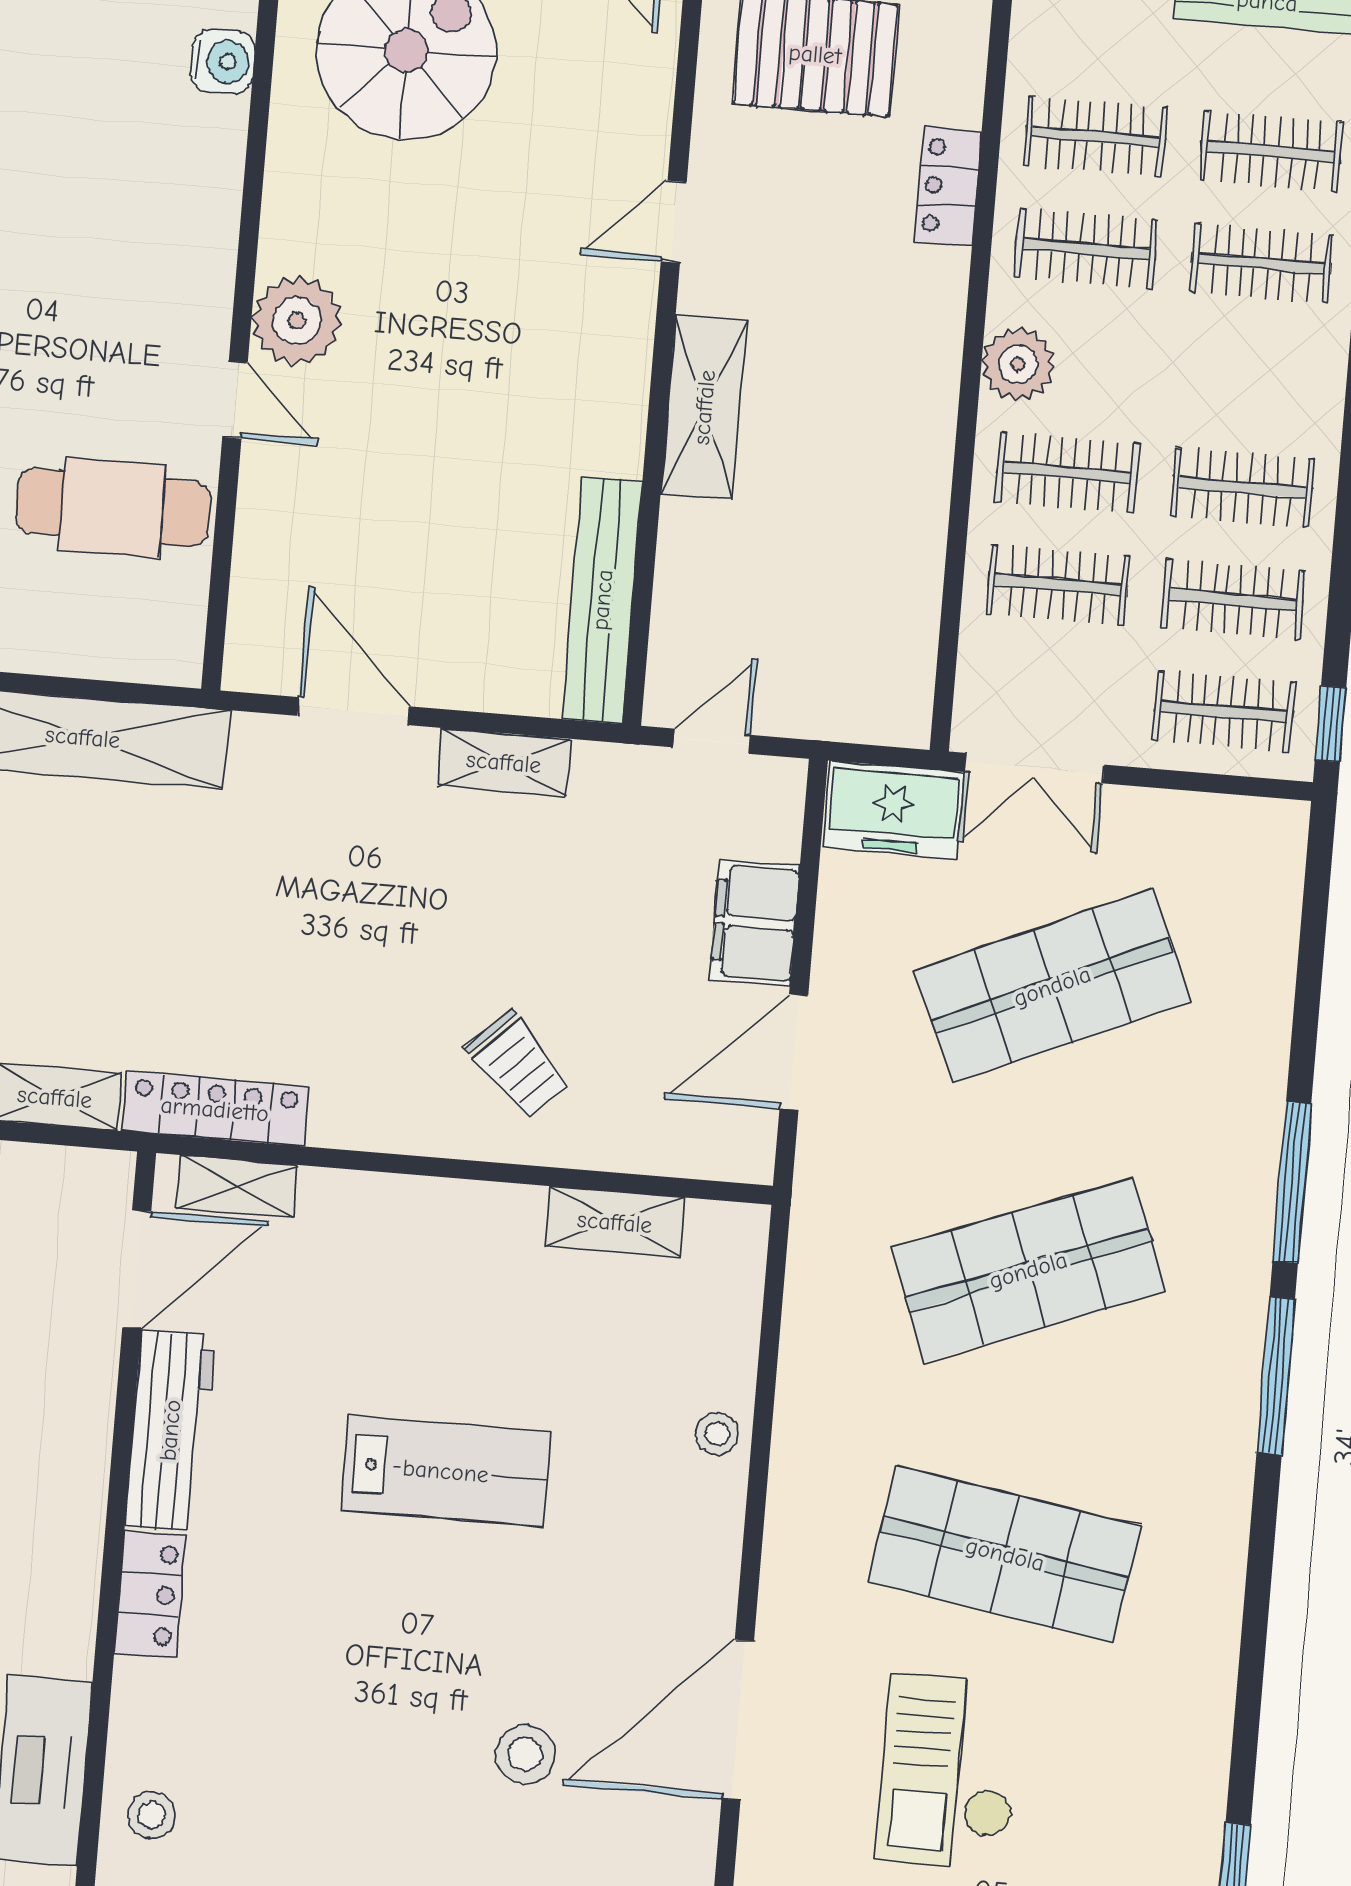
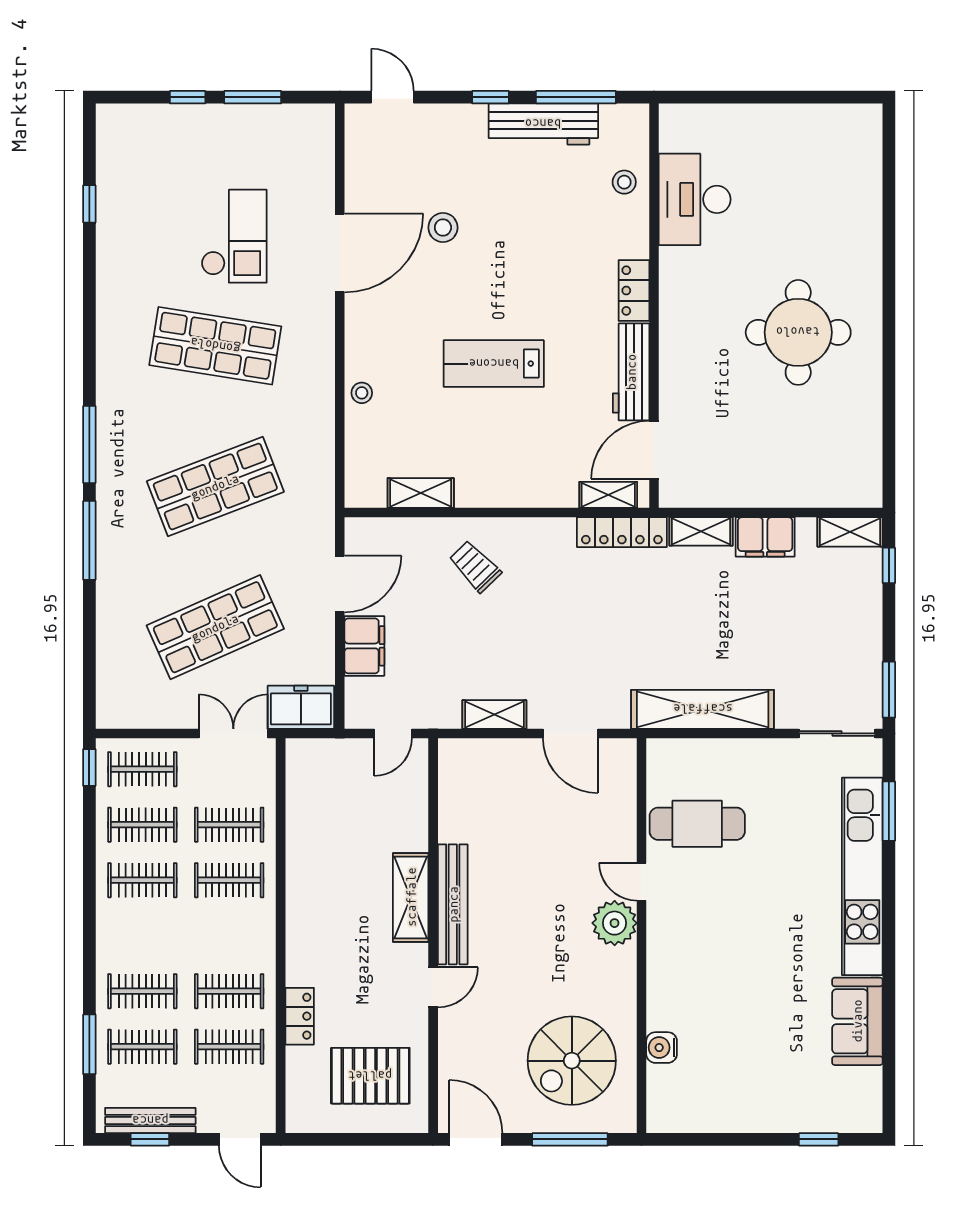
plant: (1018, 364) -> (258, 931), removed
bench: (602, 600) -> (453, 904), moved

